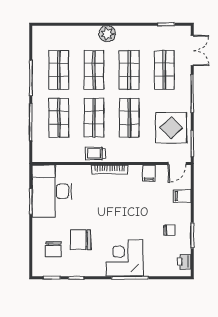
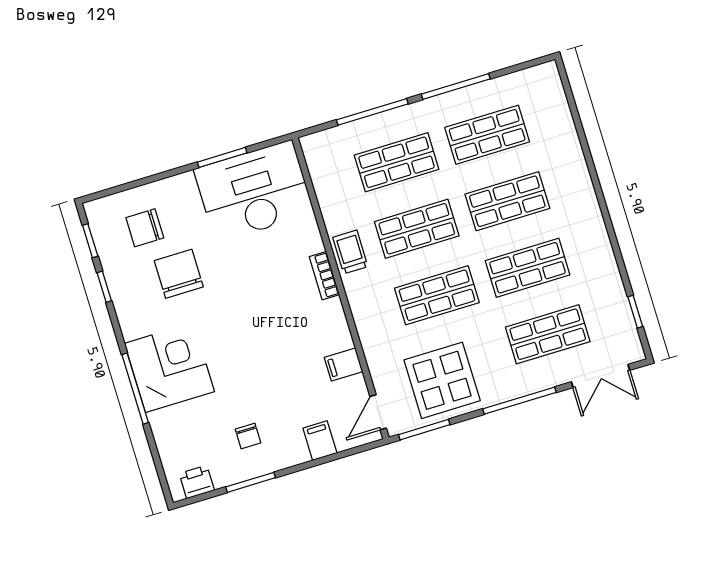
plant: (107, 34) -> (583, 205), removed
door: (177, 163) -> (378, 412), hinge flipped
bookcase: (110, 169) -> (324, 276), width x0.64

